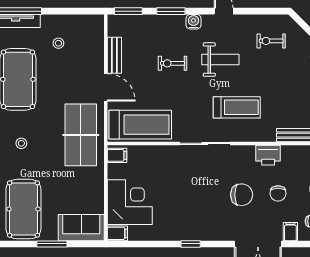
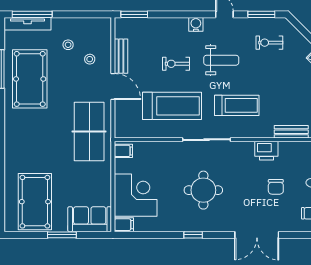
window: (171, 11) -> (261, 14), moved
treadmill: (140, 125) -> (172, 106), moved
stool: (21, 143) -> (90, 59), moved
chair: (242, 195) -> (241, 188), removed
round table: (201, 197) -> (203, 190), added
filing cabinet: (290, 232) -> (288, 223), removed

